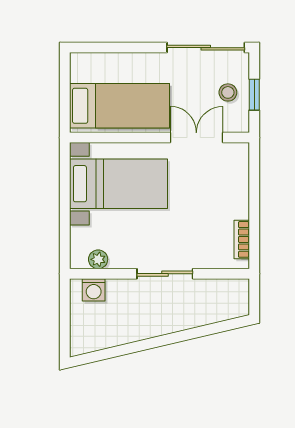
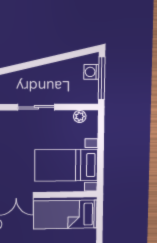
washing machine: (94, 290) -> (91, 72), moved, turned -90
window: (65, 318) -> (102, 78), added

